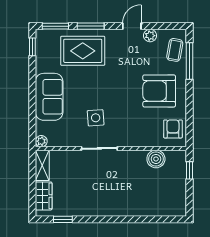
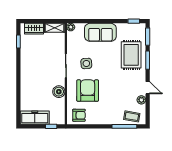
armchair: (159, 91) -> (88, 91), moved
boiler: (156, 159) -> (59, 92), moved
freezer: (177, 195) -> (35, 118), added

